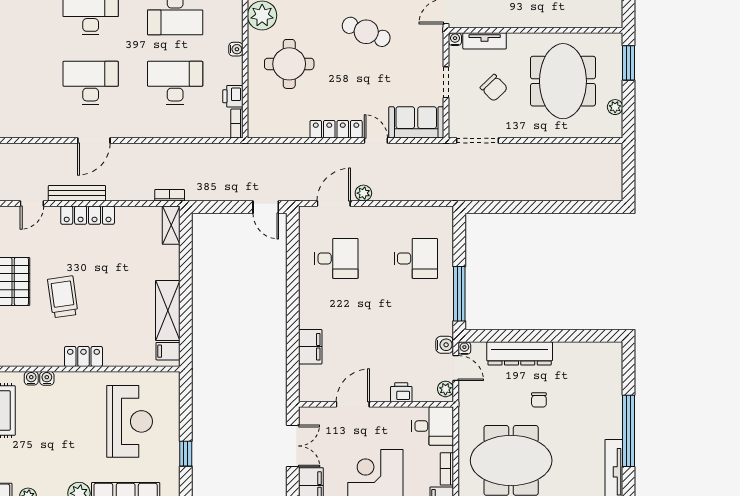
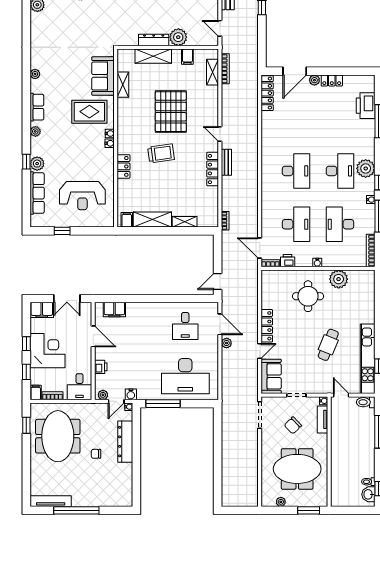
door: (94, 141) -> (260, 248), moved
bench: (77, 193) -> (226, 162), width x0.73
shelving: (171, 225) -> (185, 222), moved
desk: (416, 258) -> (185, 376), width x1.87, depth x1.30
filing cabinet: (310, 347) -> (114, 310), moved

